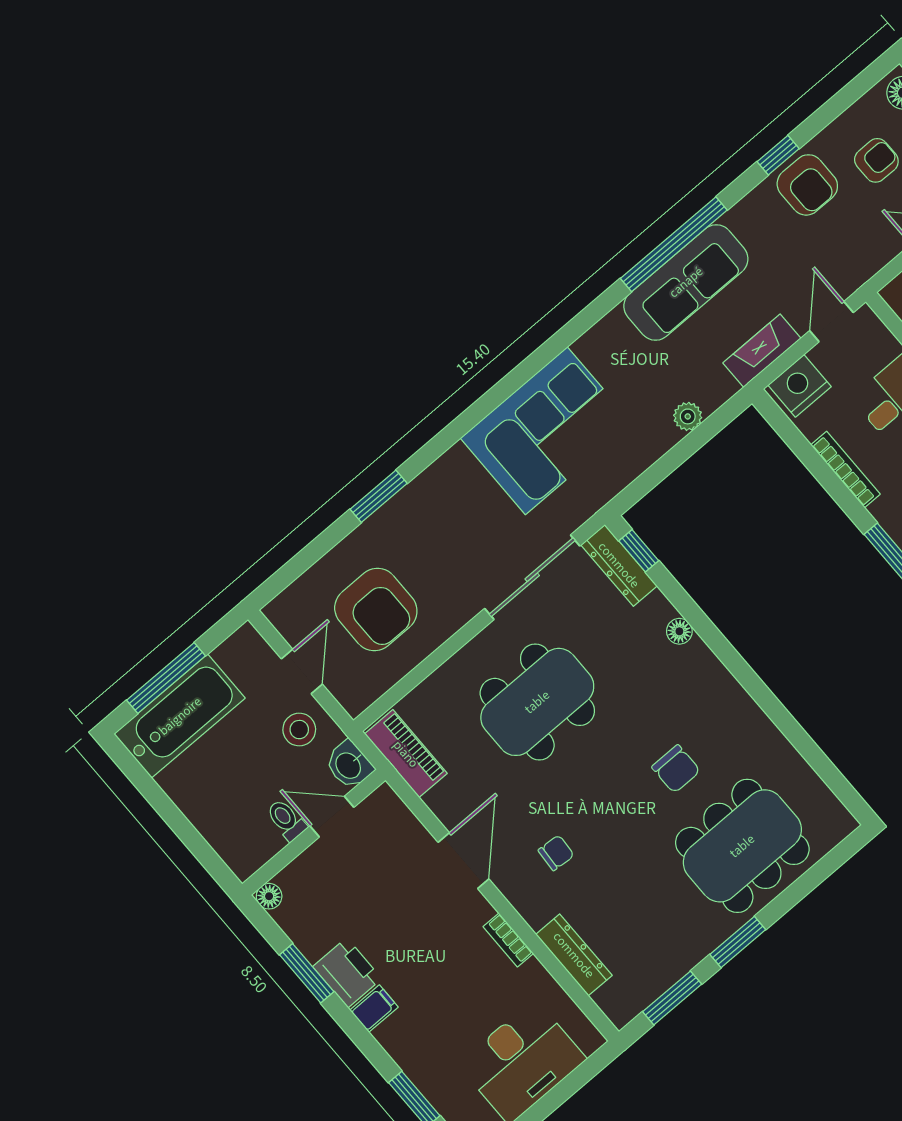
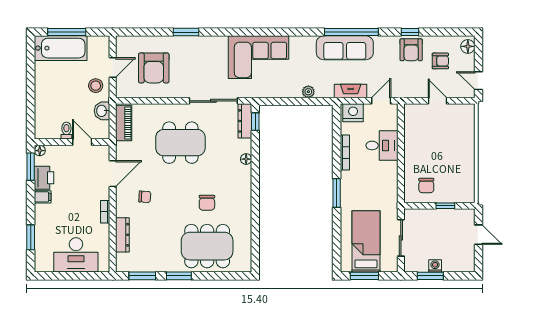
door: (332, 817) -> (82, 142), moved
toilet: (286, 820) -> (66, 131), moved
wall: (314, 832) -> (72, 142), moved
floor lamp: (269, 896) -> (40, 151), moved

